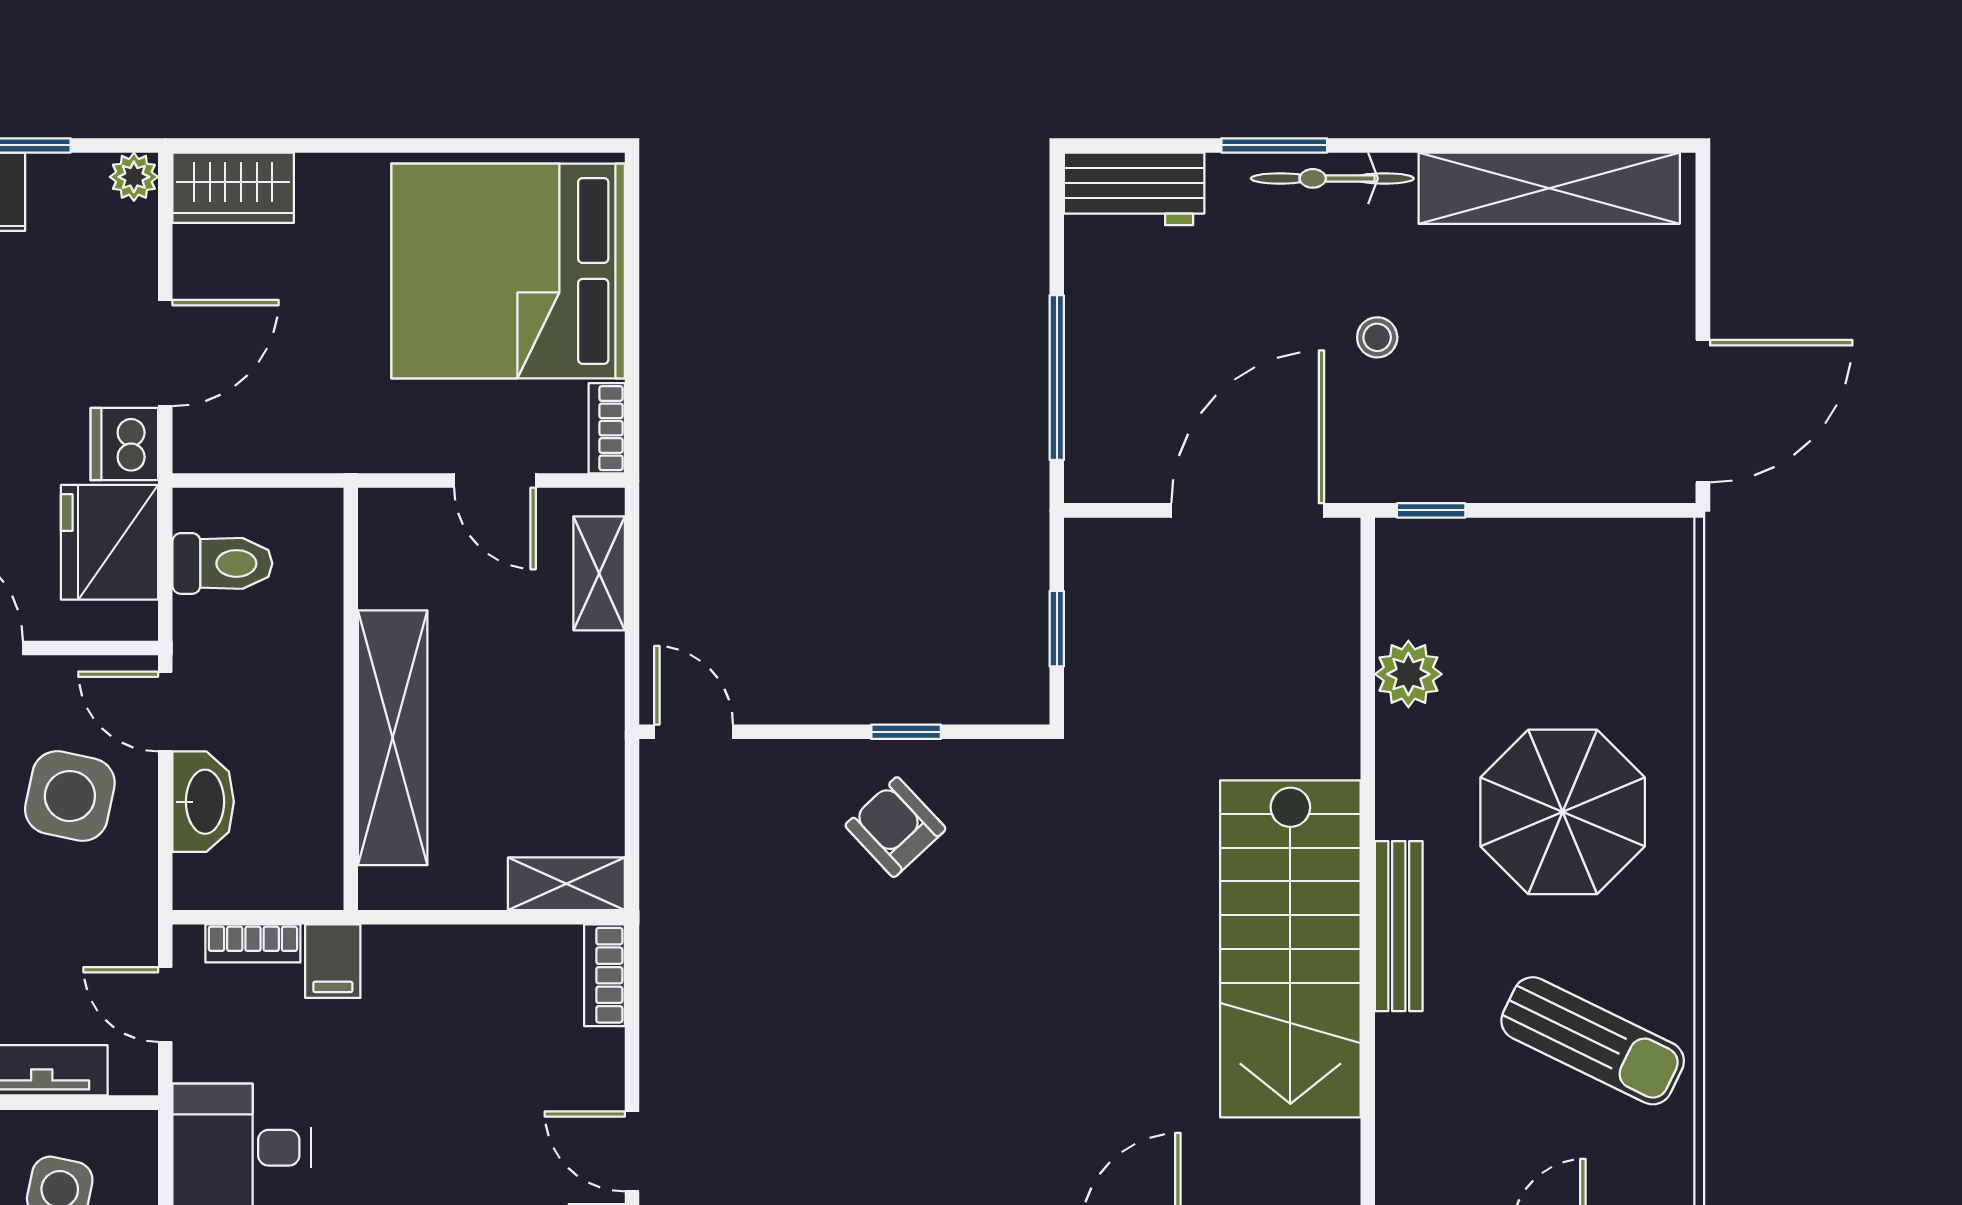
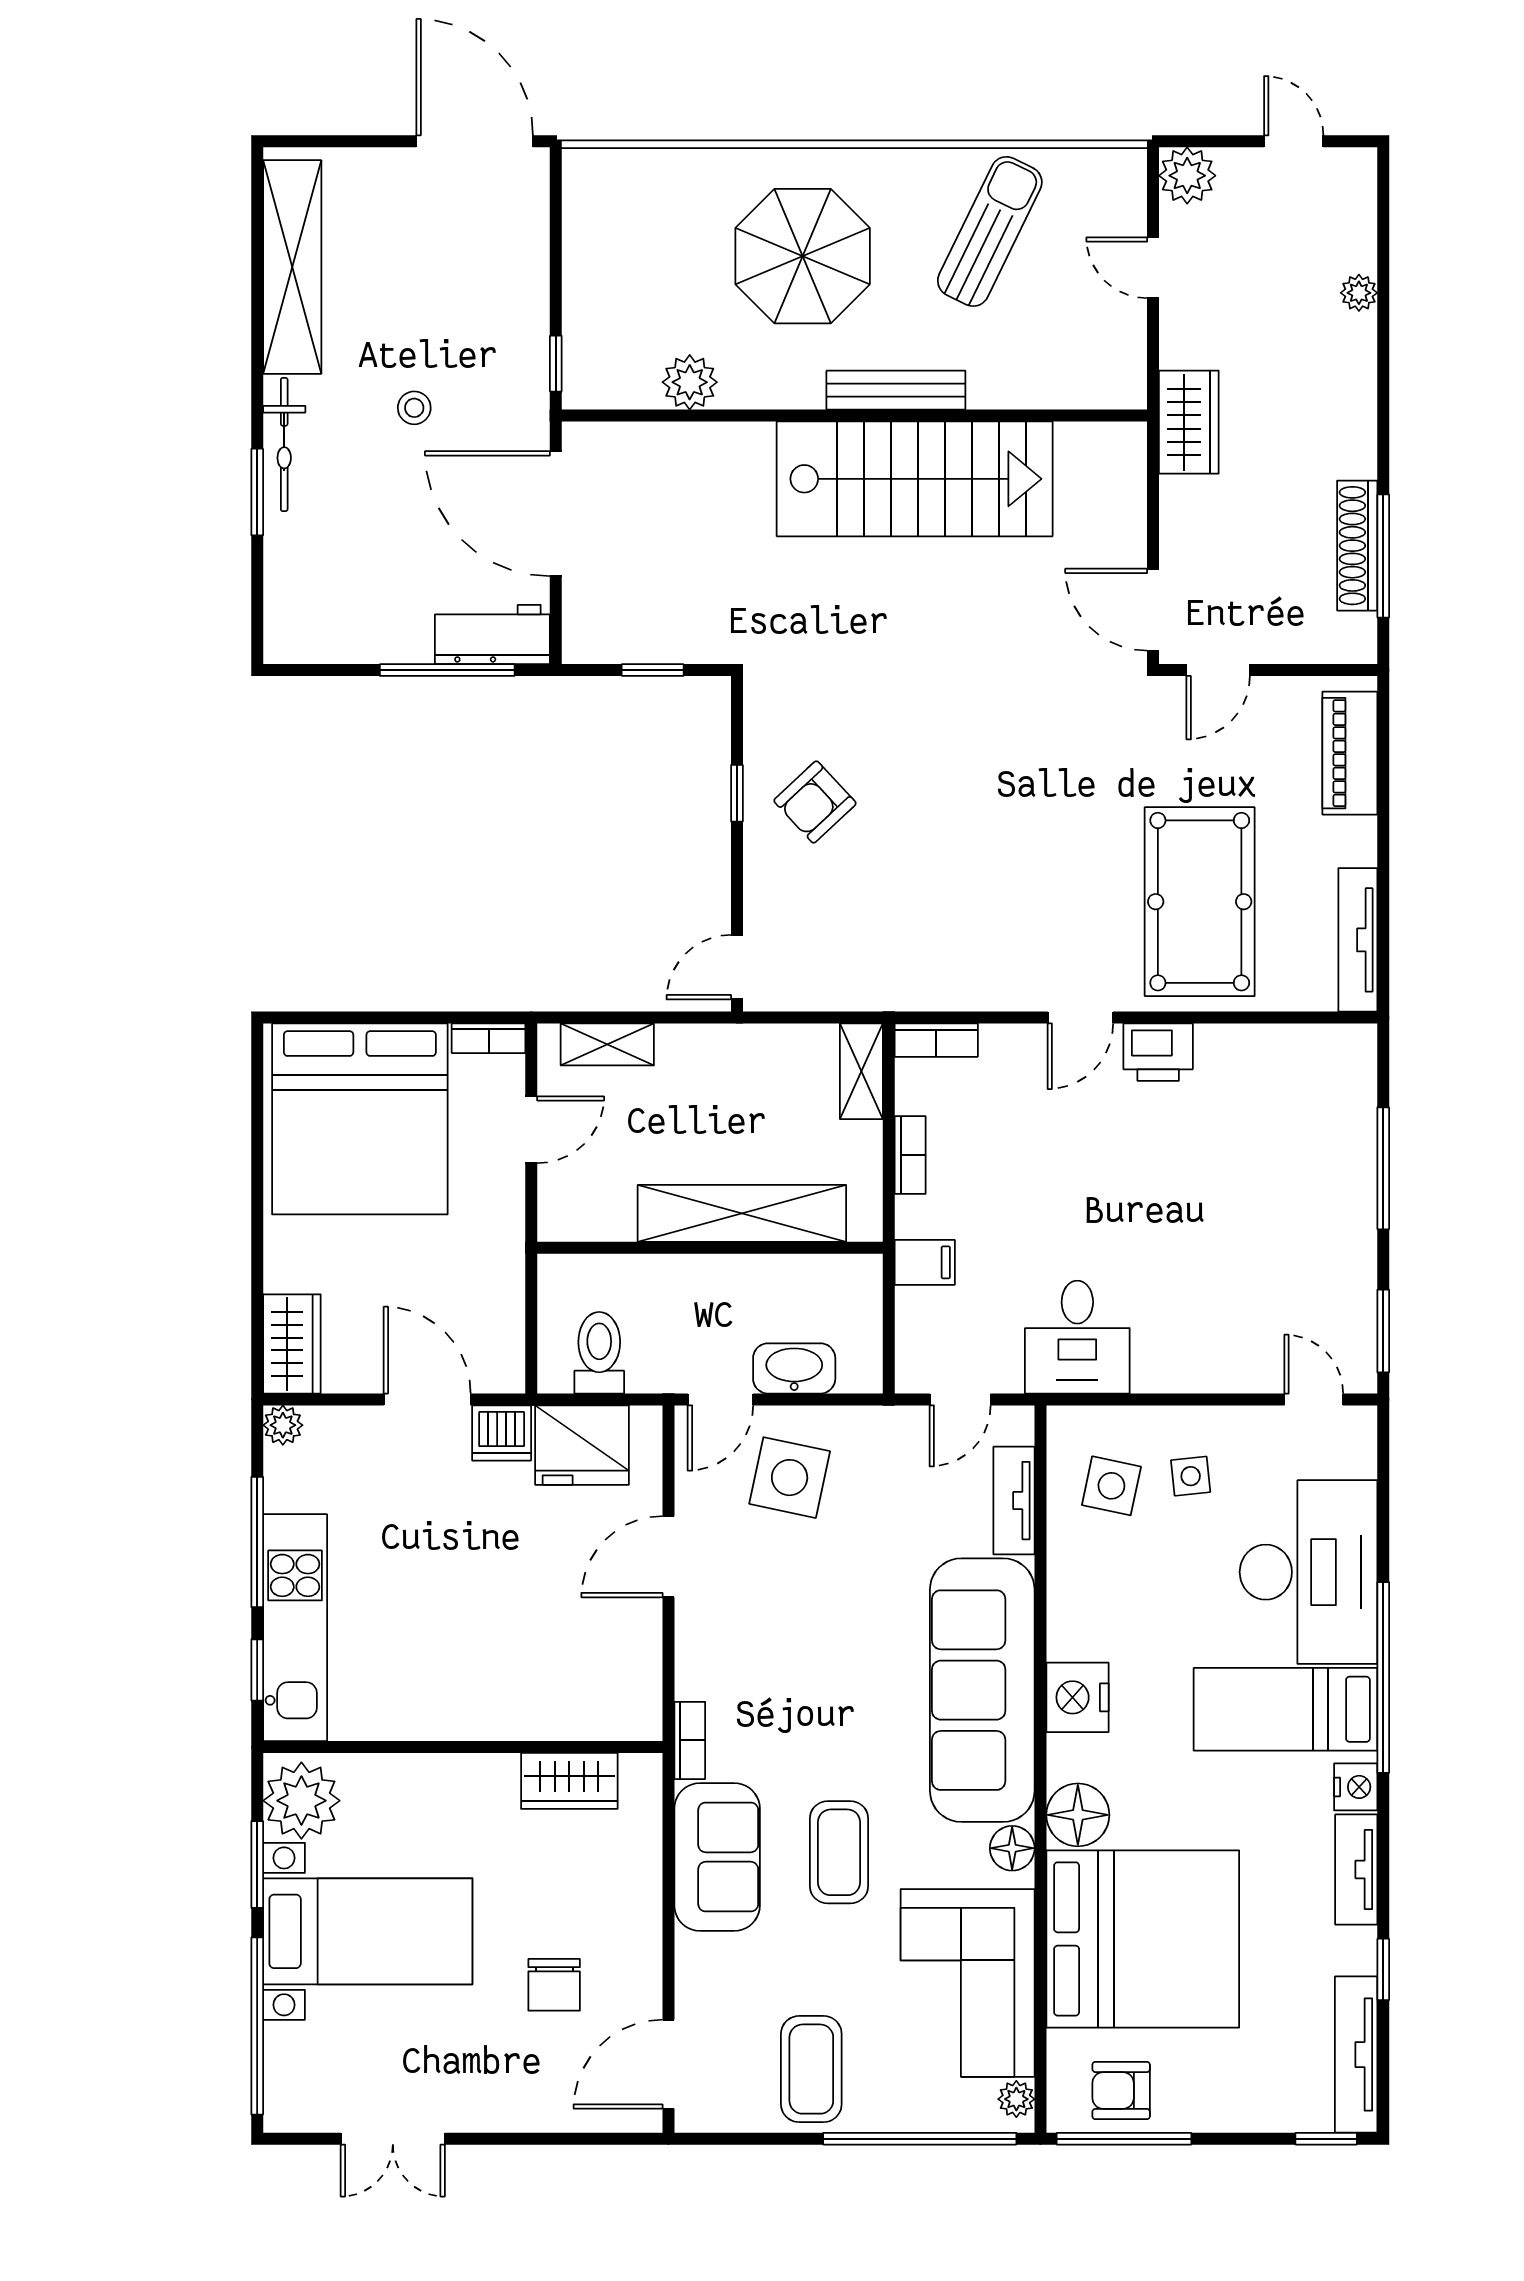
workbench: (1134, 189) -> (492, 634), moved, turned -90
bookcase: (253, 943) -> (910, 1155), moved

